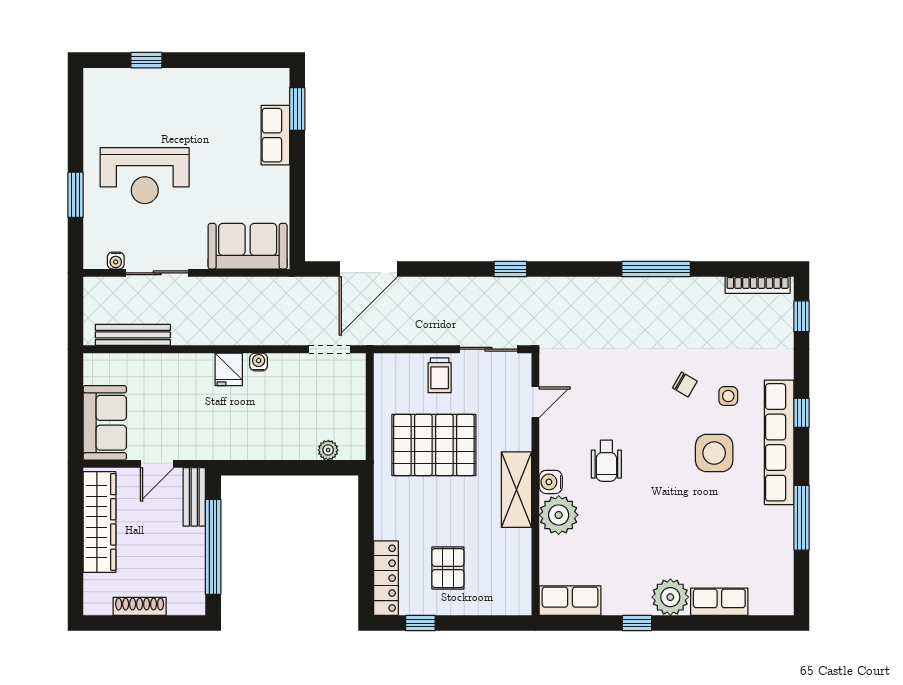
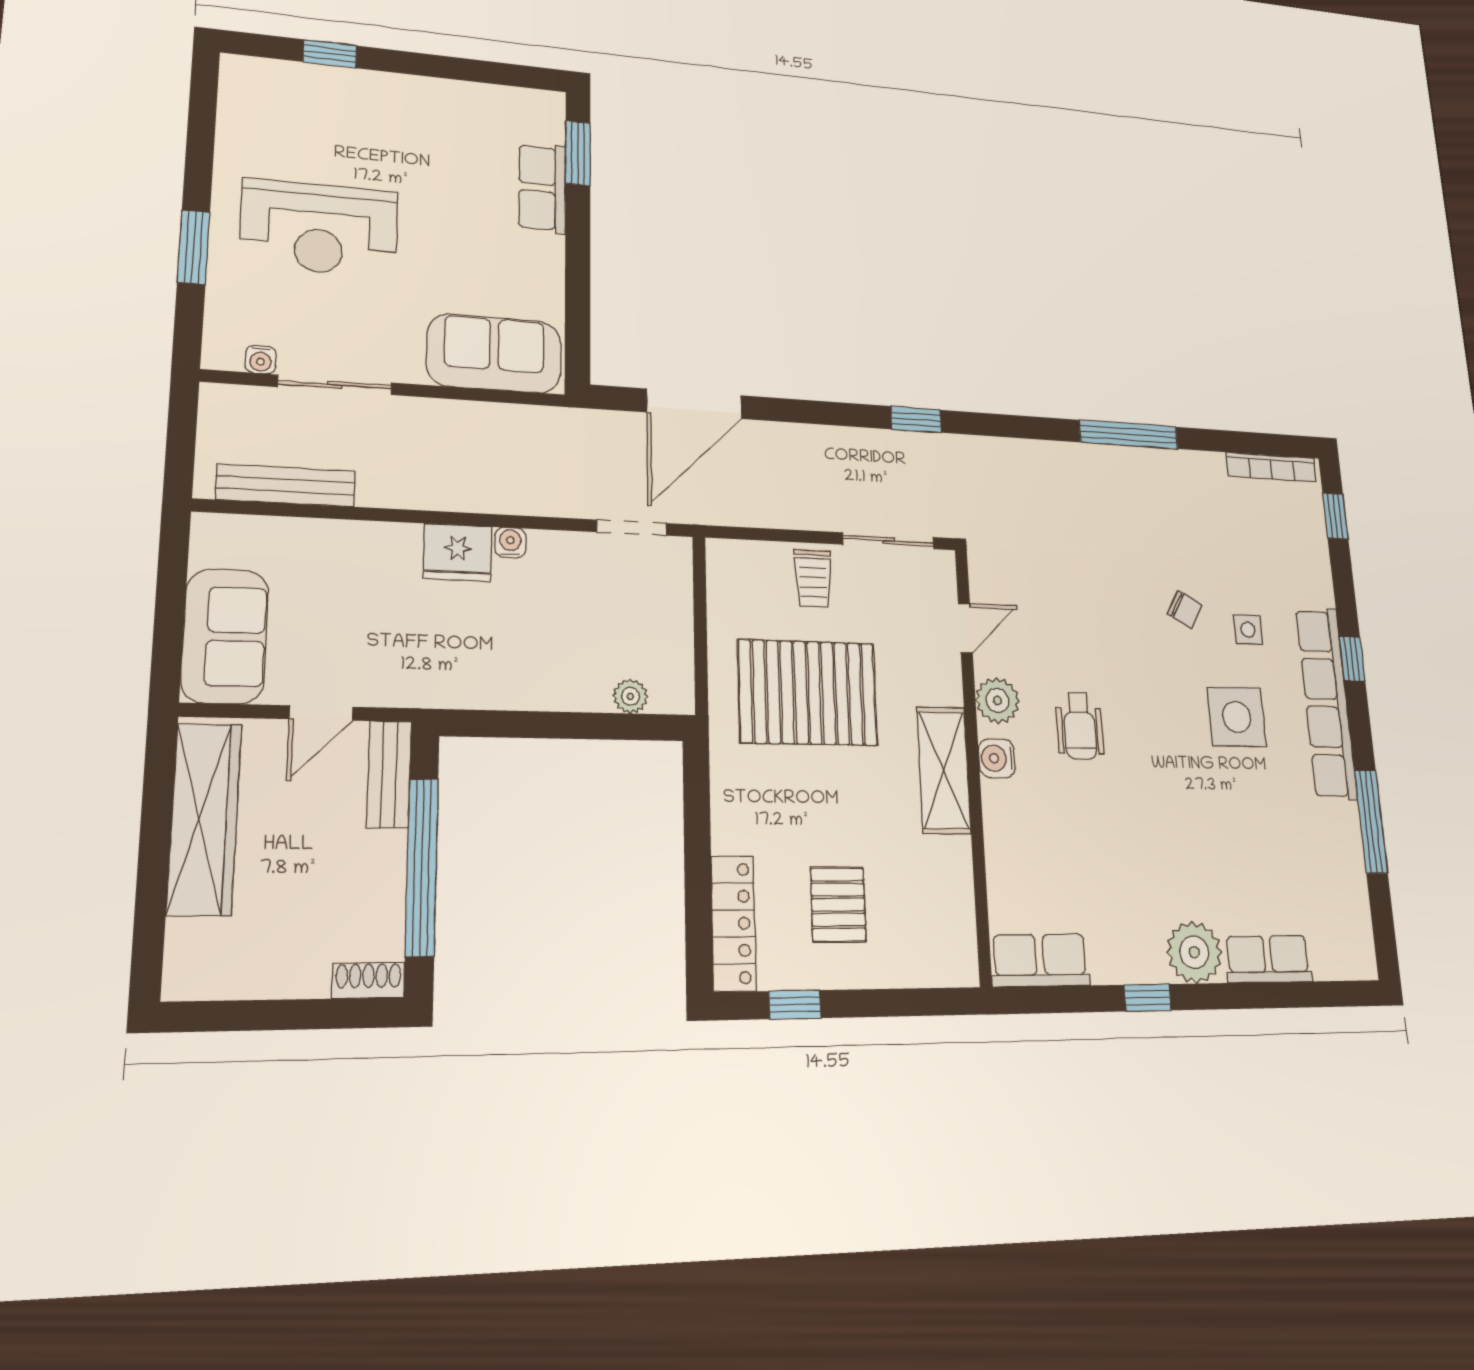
fridge: (229, 369) -> (458, 553), width x1.38
plant: (559, 515) -> (997, 700), moved, width x0.73, depth x0.73
shoe rack: (140, 606) -> (368, 980), moved, width x0.70

